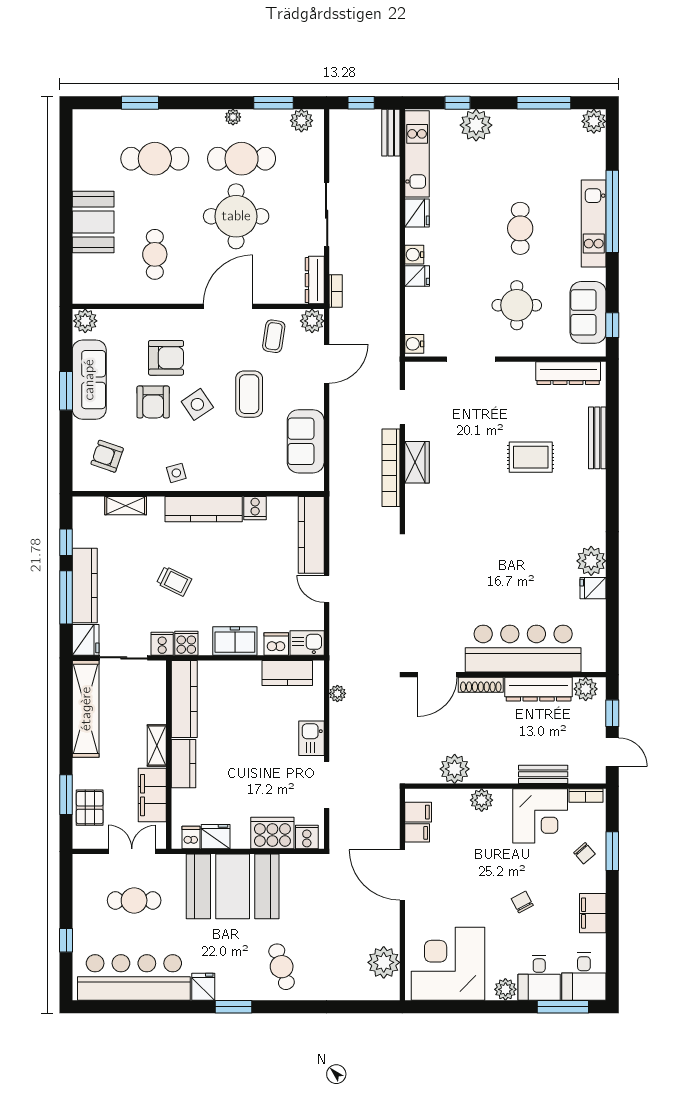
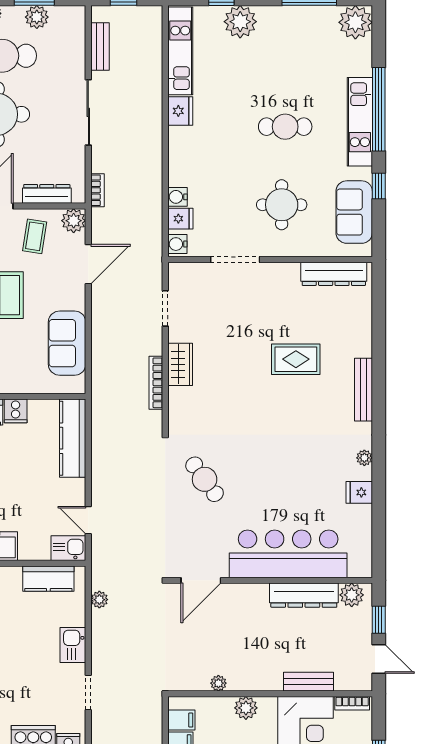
plant: (301, 121) -> (37, 17), moved
plant: (594, 121) -> (355, 22), width x1.36, depth x1.36
bench: (391, 133) -> (100, 46), moved
cafe table: (520, 228) -> (285, 127), turned 90
water cooler: (414, 255) -> (177, 197), moved
fridge: (417, 276) -> (180, 219), moved
dresser: (315, 280) -> (47, 194), moved, turned 90
window: (612, 325) -> (379, 186), moved
bench: (597, 438) -> (364, 390), moved
bookcase: (391, 468) -> (156, 383), width x0.68, depth x0.76
plant: (591, 561) -> (364, 458), width x0.53, depth x0.53
cafe table: (441, 575) -> (205, 479), added
door: (327, 589) -> (88, 520), moved
dishwasher: (276, 644) -> (37, 549), removed
shoe rack: (481, 685) -> (245, 591), removed
plant: (455, 769) -> (218, 683), width x0.53, depth x0.53
doorway: (327, 785) -> (88, 692), width x0.73

